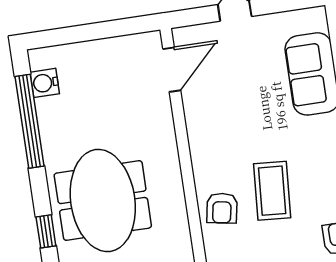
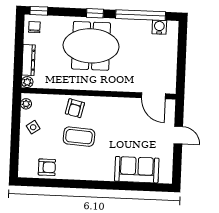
armchair: (222, 208) -> (75, 108), turned -87
window: (46, 231) -> (95, 13), moved

